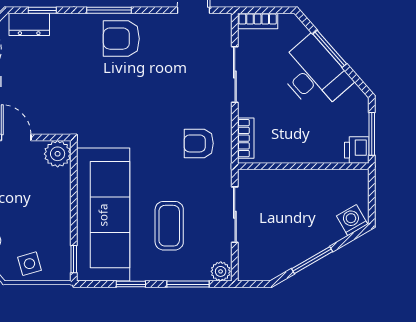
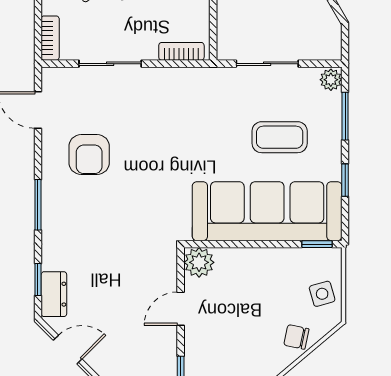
armchair: (121, 39) -> (89, 155), moved
armchair: (199, 143) -> (187, 104), removed

